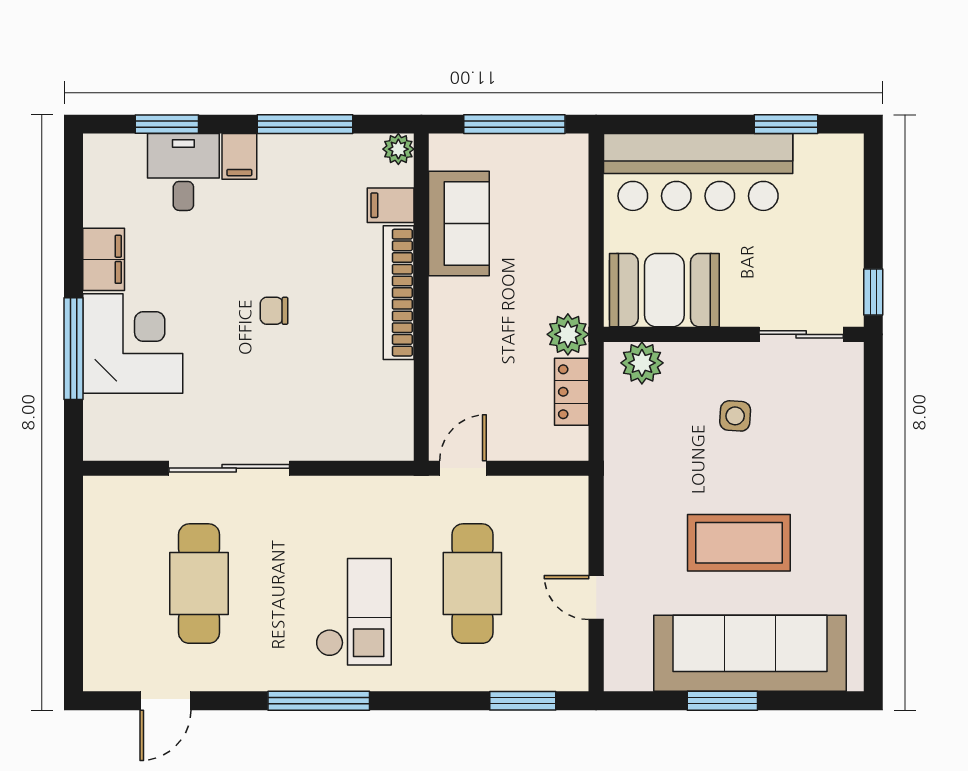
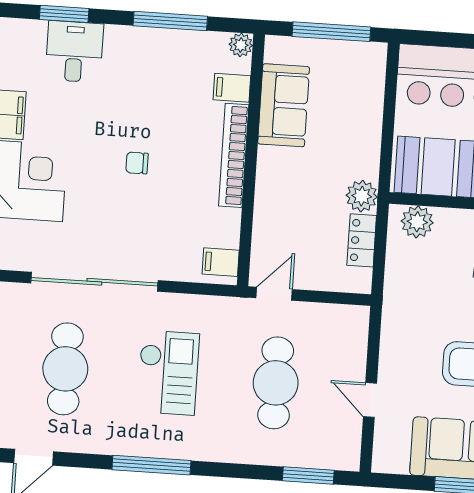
filing cabinet: (239, 156) -> (221, 262), moved, turned 90
sliding door: (229, 468) -> (94, 282), width x1.36
checkout: (354, 612) -> (168, 373), moved

